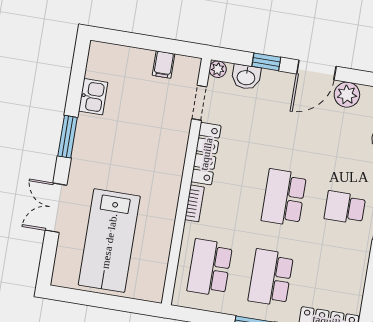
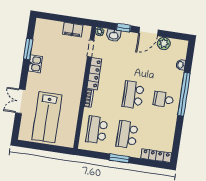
filing cabinet: (164, 65) -> (73, 30), width x2.00
kitchen sink: (93, 97) -> (35, 64), moved
window: (68, 137) -> (28, 49), moved

